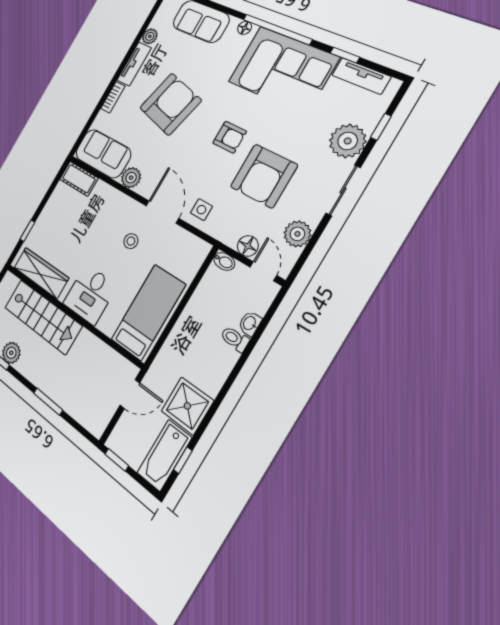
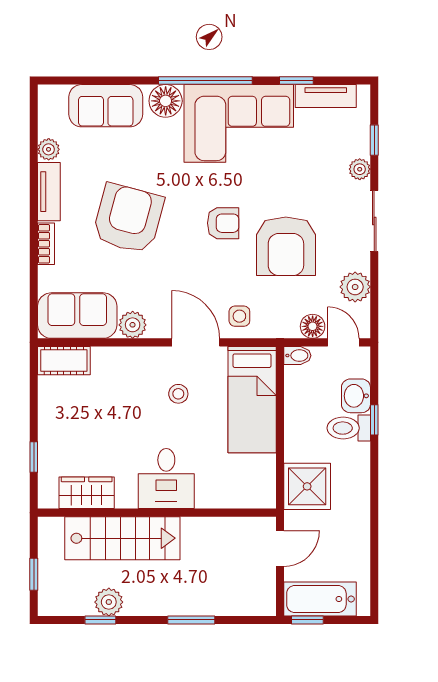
floor lamp: (245, 28) -> (166, 101), width x1.89, depth x1.89
plant: (348, 141) -> (360, 169), width x0.53, depth x0.53
wardrobe: (41, 273) -> (87, 493), width x0.67
bed: (148, 312) -> (252, 400), moved, turned 180
washbasin: (250, 323) -> (356, 396), width x1.38, depth x1.45
toilet: (235, 339) -> (349, 428), width x1.37, depth x1.39
shower: (187, 406) -> (307, 486), moved
bathtub: (164, 455) -> (320, 599), moved, turned 90
window: (183, 460) -> (374, 420), moved

